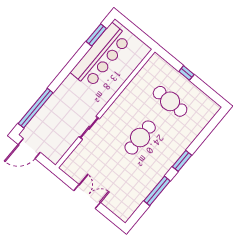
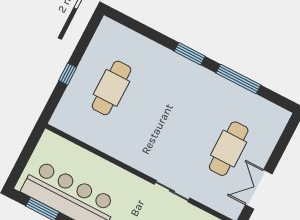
cafe table: (140, 137) -> (229, 149), moved, turned 90
double door: (87, 197) -> (259, 189), moved

